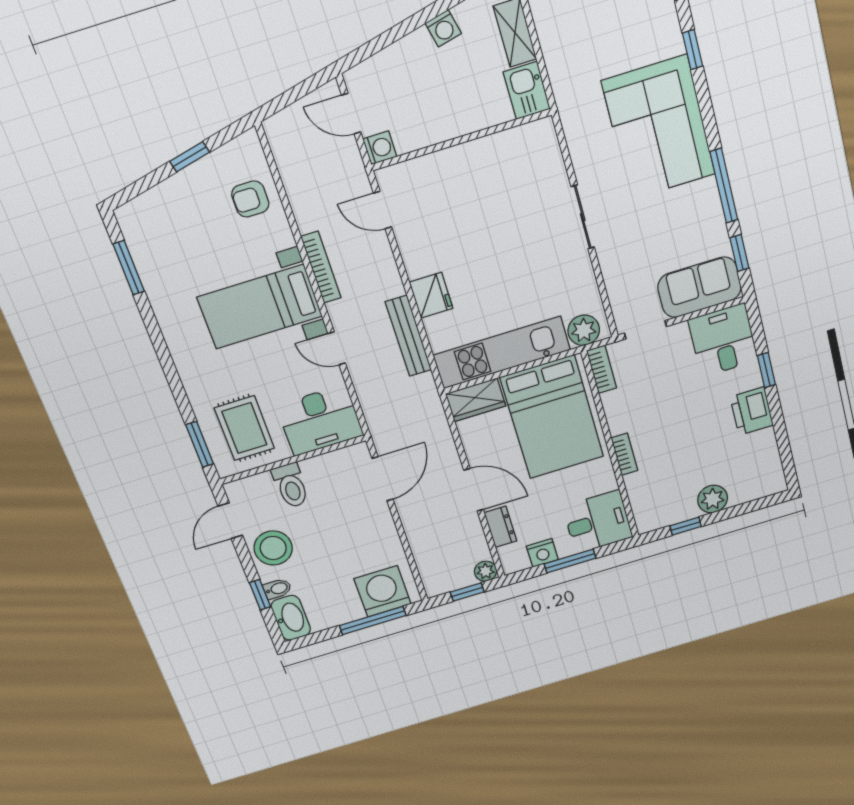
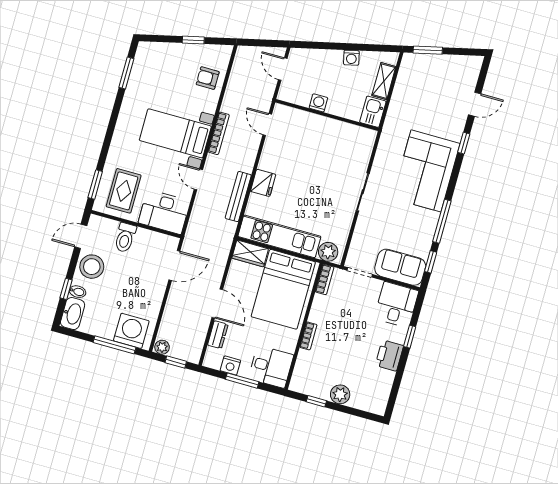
washing machine: (380, 148) -> (318, 103), moved, turned -90
plant: (486, 571) -> (162, 347), moved

